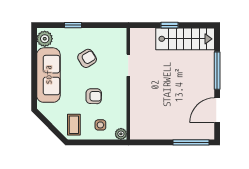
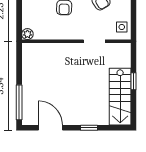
window: (217, 71) -> (89, 128), width x0.46
side table: (100, 125) -> (122, 27), moved

